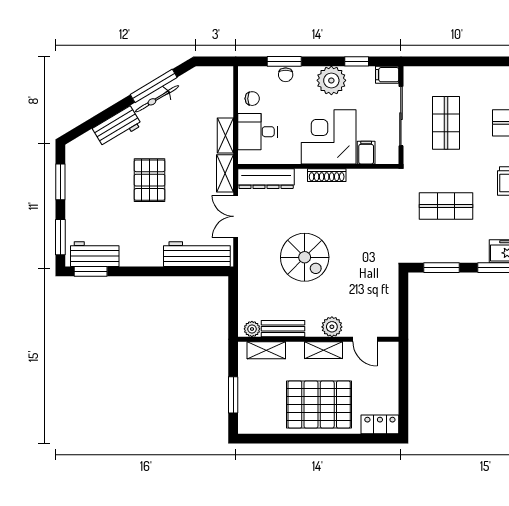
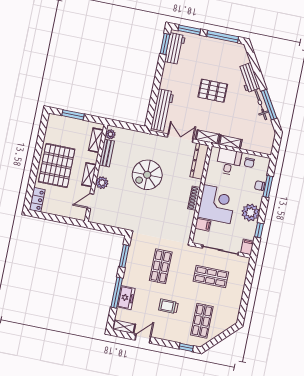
window: (60, 182) -> (223, 37), width x1.44

